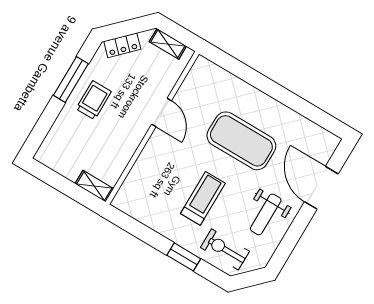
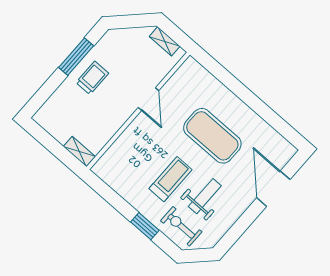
locker: (122, 45) -> (125, 35), removed
weight bench: (266, 214) -> (205, 196), moved, turned 180

